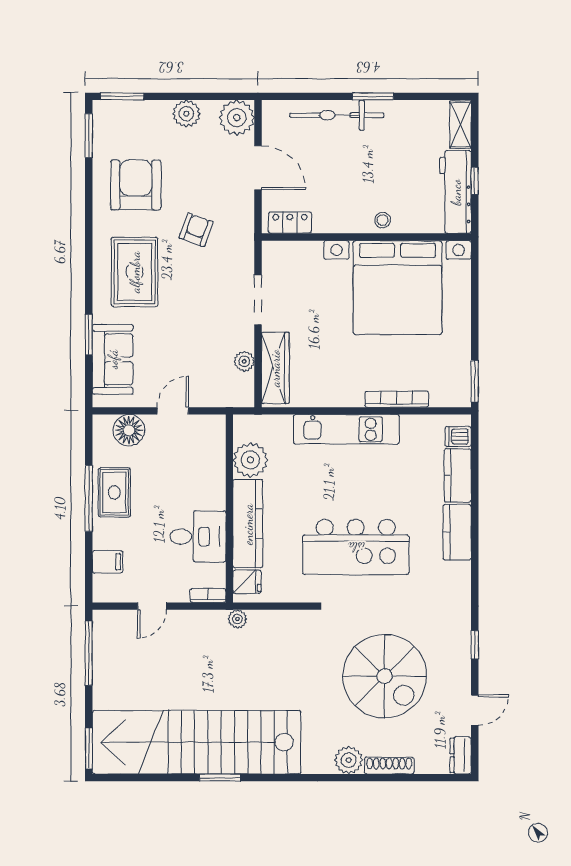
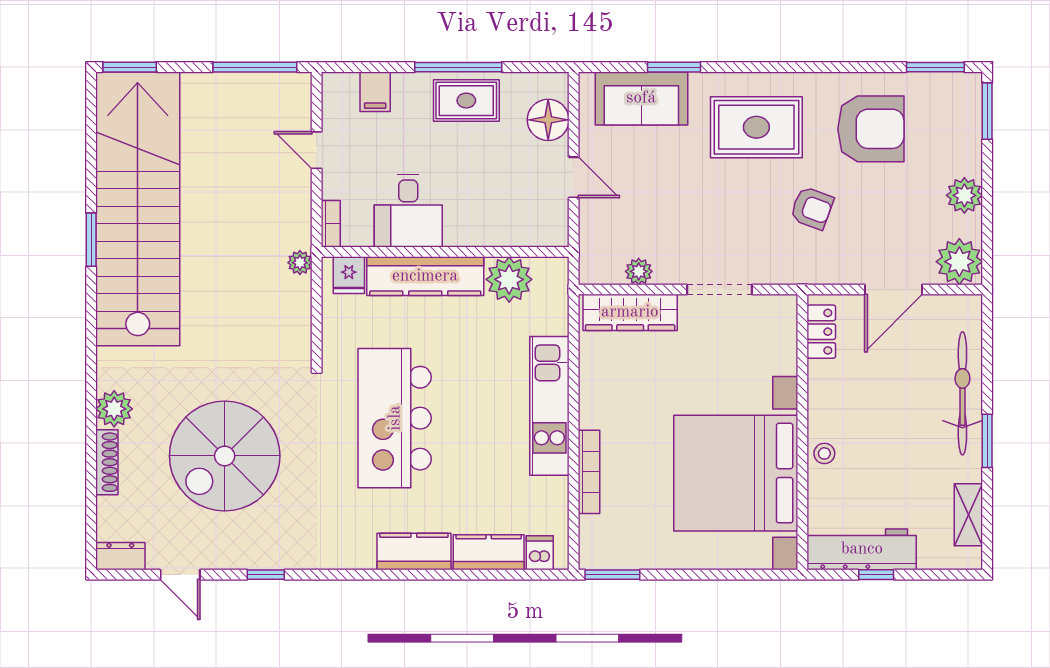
shelving: (460, 125) -> (968, 515), moved, turned 90

